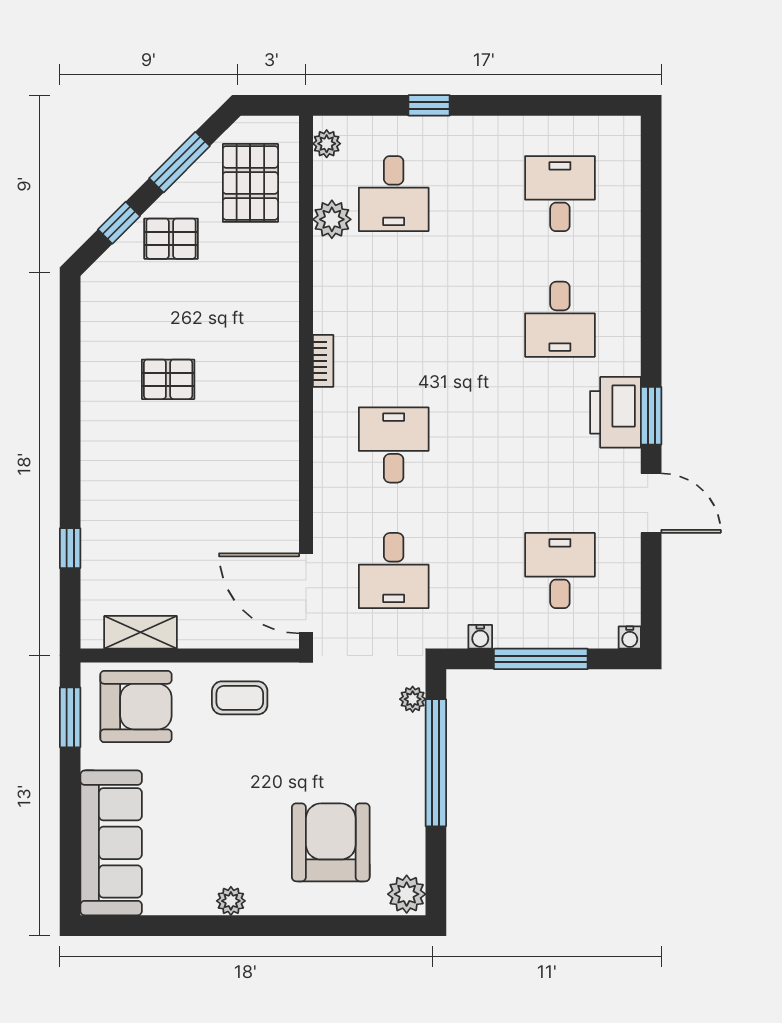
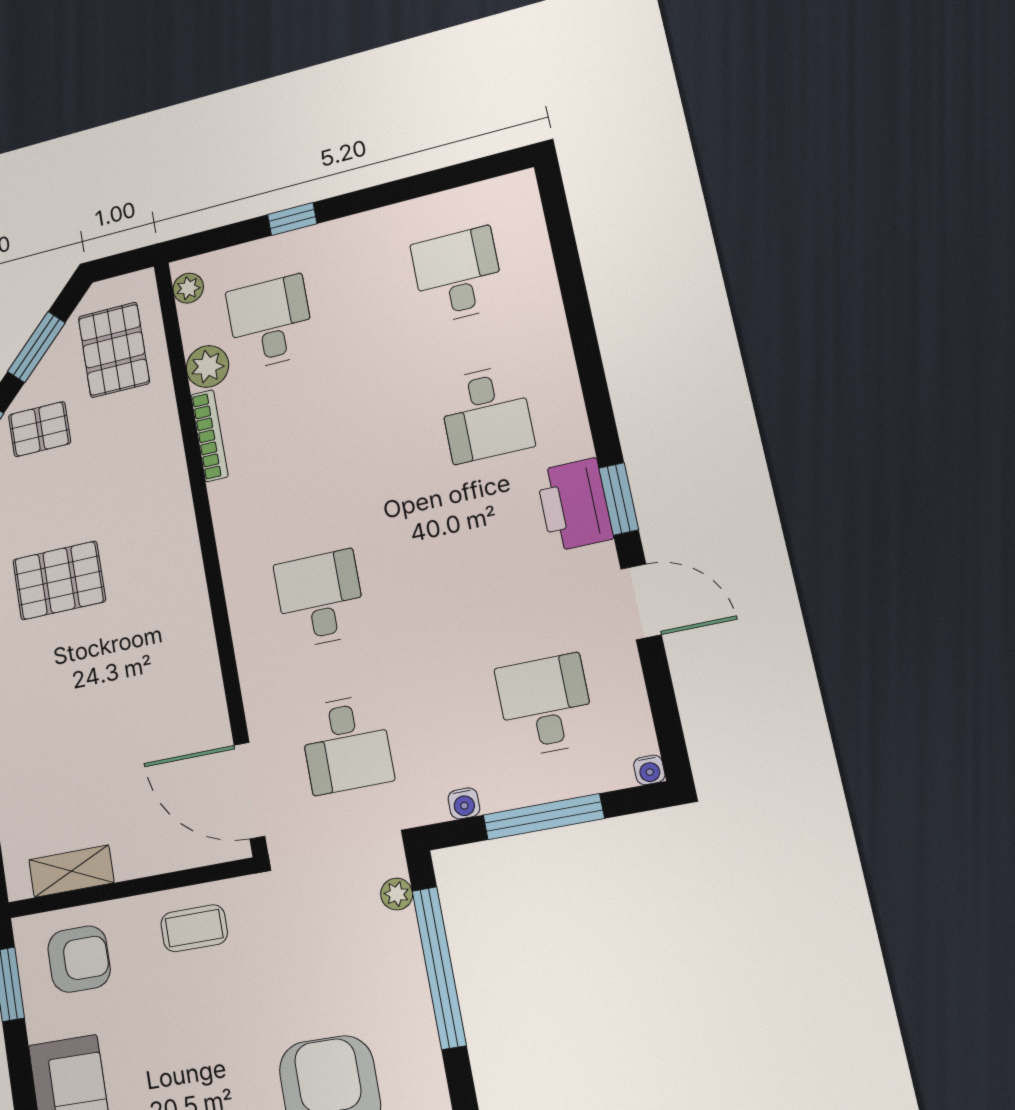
desk: (394, 194) -> (270, 322), turned 180
bookcase: (323, 361) -> (209, 436), moved, width x1.56
pallet: (168, 379) -> (59, 580), width x1.50, depth x1.42
armchair: (136, 707) -> (79, 959), width x0.73, depth x0.73

